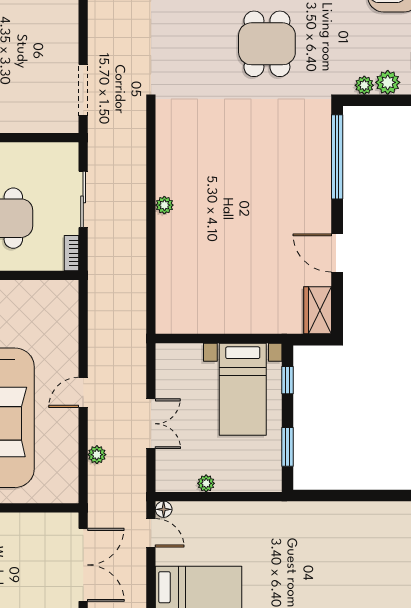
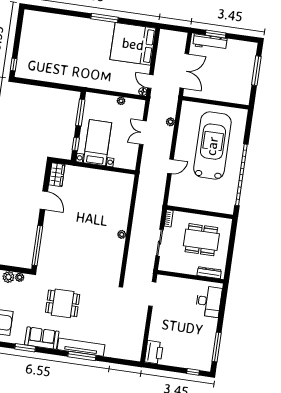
dining table: (267, 44) -> (63, 303), turned 90
door: (83, 392) -> (171, 166), moved
window: (287, 447) -> (80, 112), width x1.44
double door: (83, 565) -> (184, 71), swing flipped

